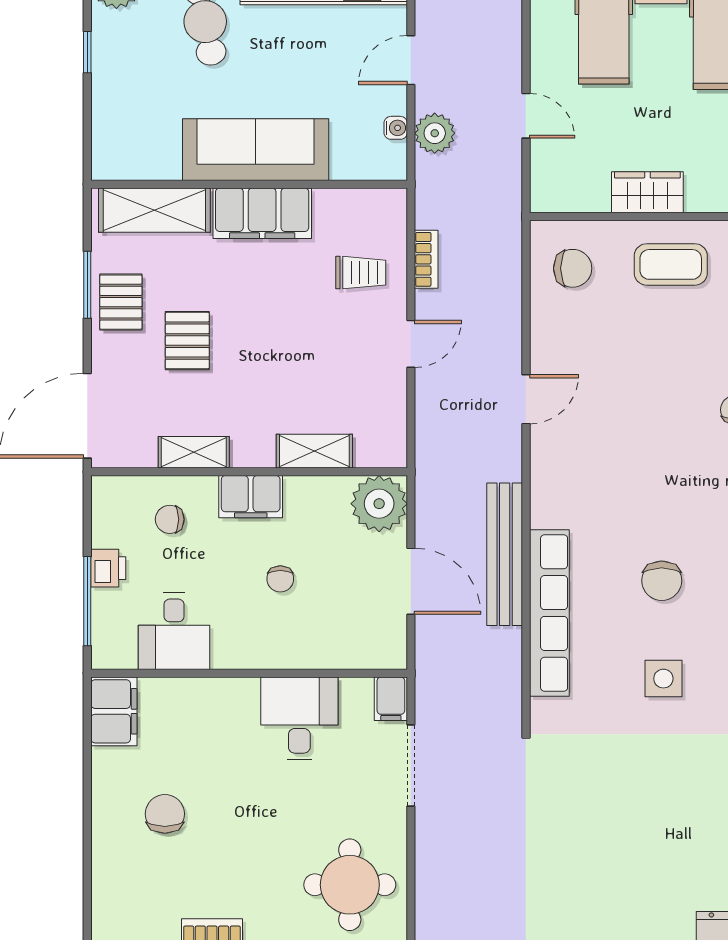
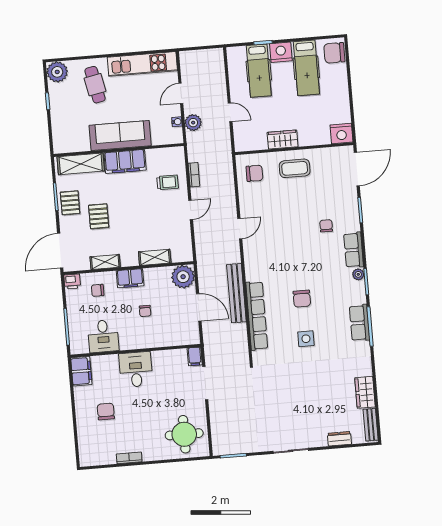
printer: (108, 568) -> (72, 281), moved, turned 90
desk: (299, 718) -> (136, 369), moved

